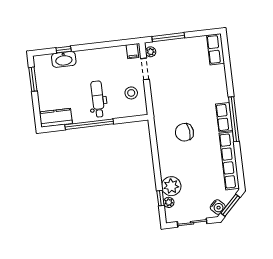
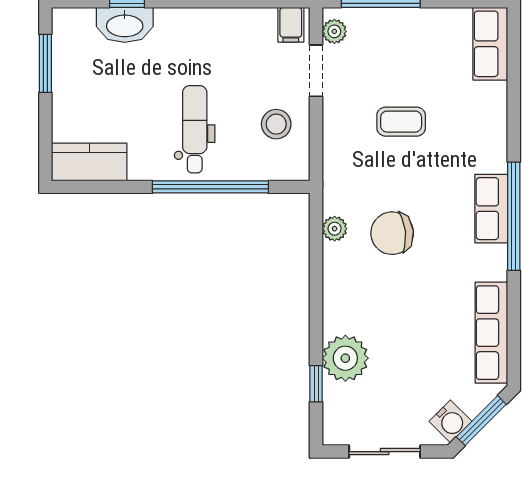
coffee table: (183, 86) -> (401, 122), added
window: (89, 124) -> (210, 187), moved
row of seats: (229, 161) -> (491, 333), width x0.73
plant: (169, 202) -> (335, 229), moved

